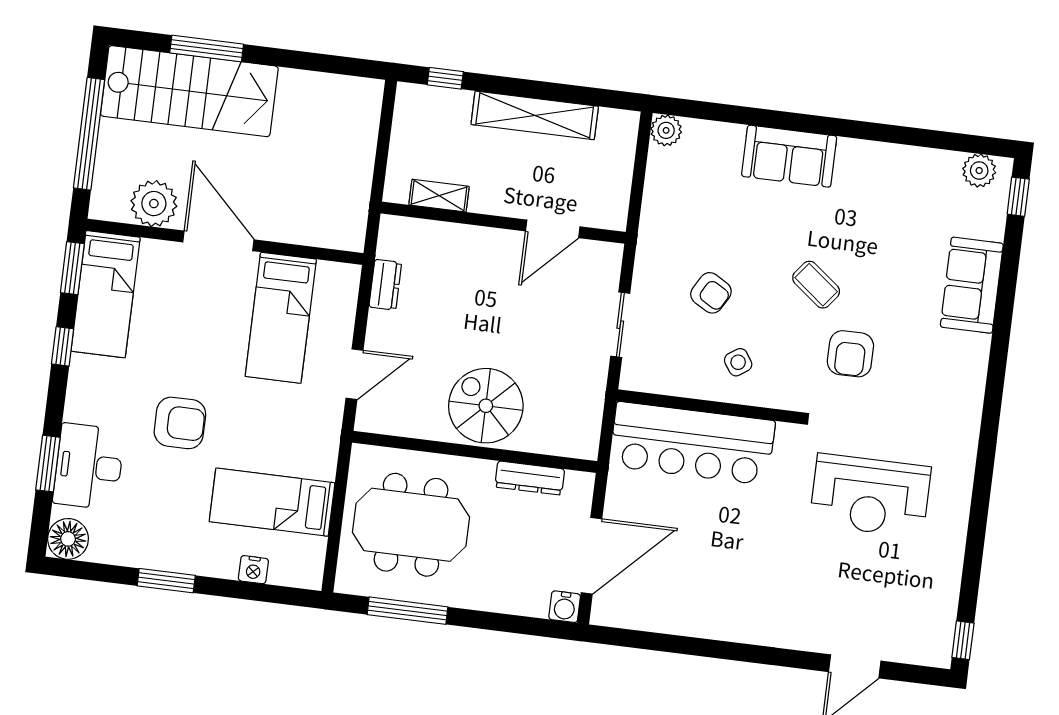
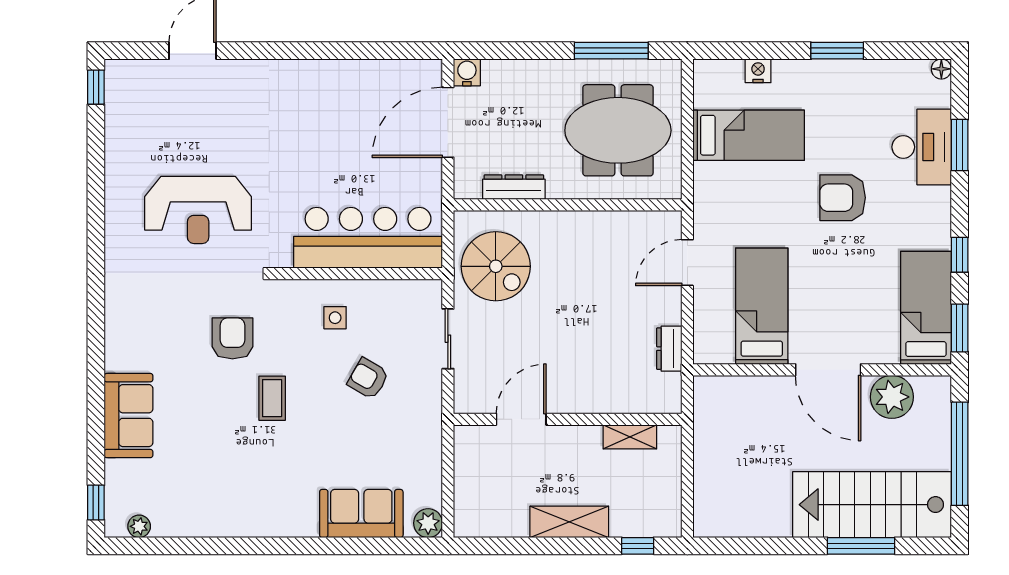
shelving: (535, 115) -> (569, 522), width x0.68
sofa: (789, 156) -> (361, 514), moved
plant: (979, 171) -> (139, 526), width x0.73, depth x0.73
coffee table: (816, 285) -> (272, 398), turned 52
side table: (738, 362) -> (335, 318), turned 34
spiral stairs: (486, 406) -> (496, 266), moved
reception desk: (870, 496) -> (198, 210), turned 180
floor lamp: (68, 539) -> (941, 69), width x0.53, depth x0.53

